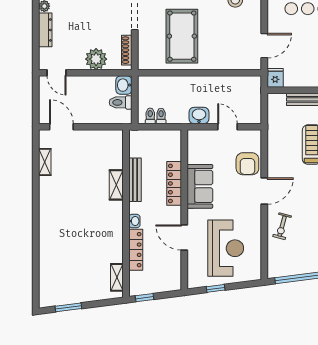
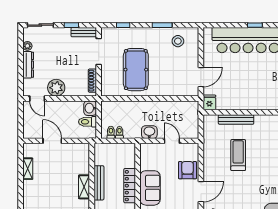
plant: (96, 59) -> (56, 88), moved
door: (61, 127) -> (52, 141), moved
armchair: (247, 164) -> (188, 170), turned 180

